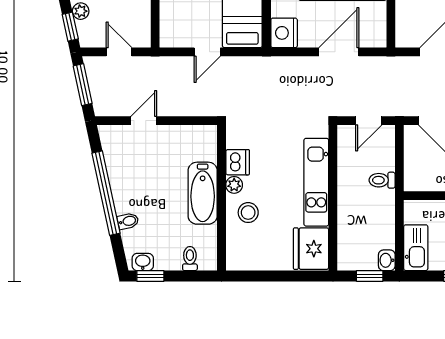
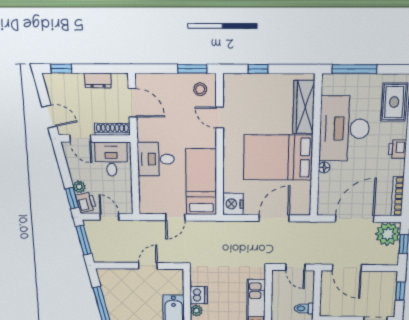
printer: (88, 32) -> (86, 202), added
door: (144, 121) -> (148, 266), moved
door: (369, 121) -> (295, 267), hinge flipped

